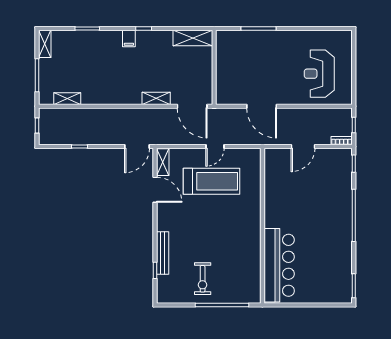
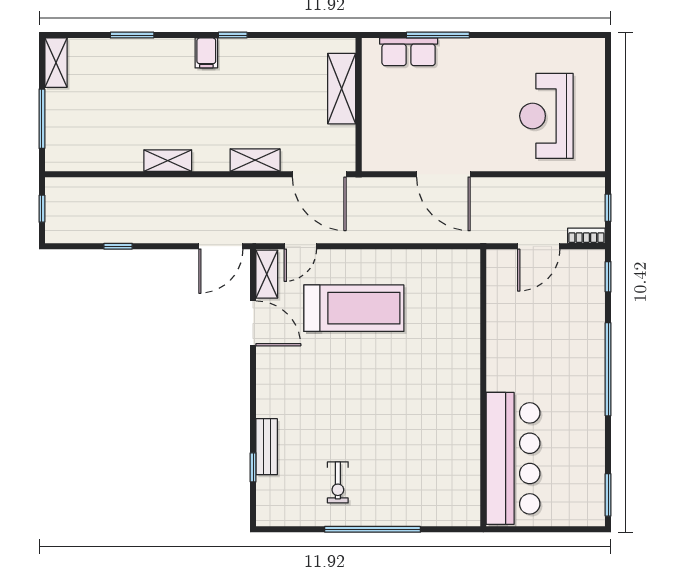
shelving: (193, 38) -> (342, 89), moved, turned 90
row of seats: (242, 38) -> (409, 52), added
shelving: (67, 99) -> (168, 161), moved
door: (215, 147) -> (300, 246), moved
door: (303, 147) -> (539, 246), moved
wall: (262, 226) -> (483, 388), moved
bench: (163, 253) -> (267, 447), width x0.73
bar counter: (279, 265) -> (513, 458), moved
exercise bike: (203, 279) -> (338, 482), width x0.73, depth x0.72

